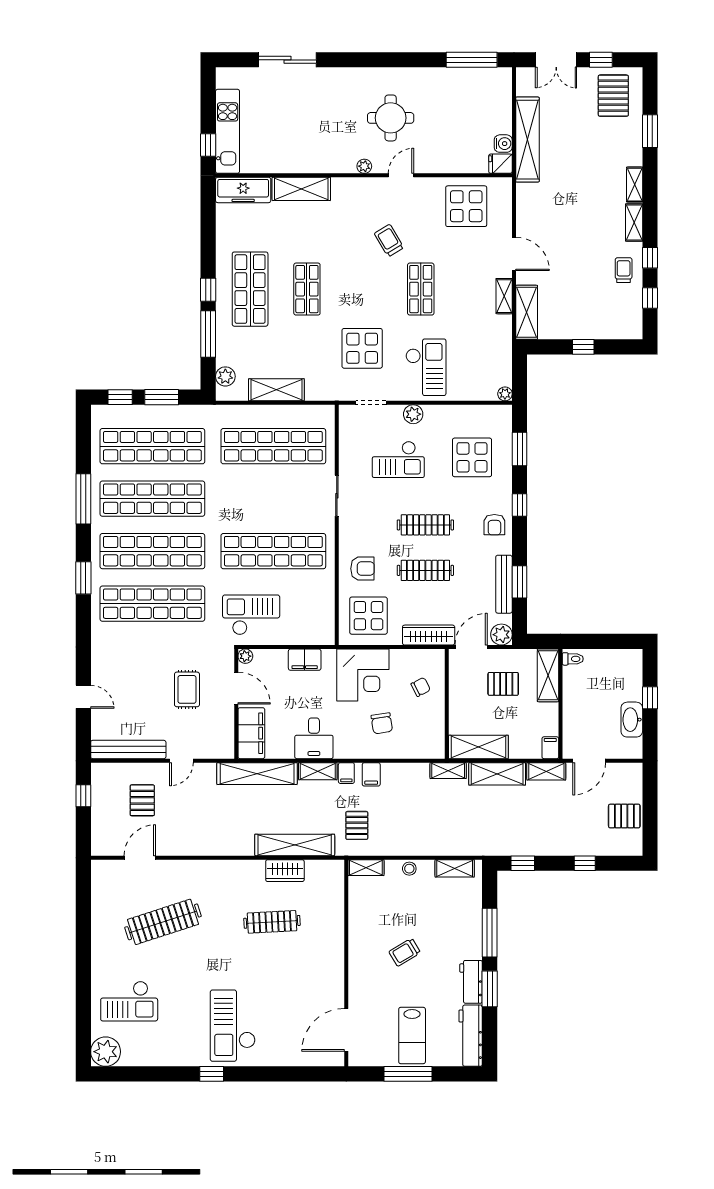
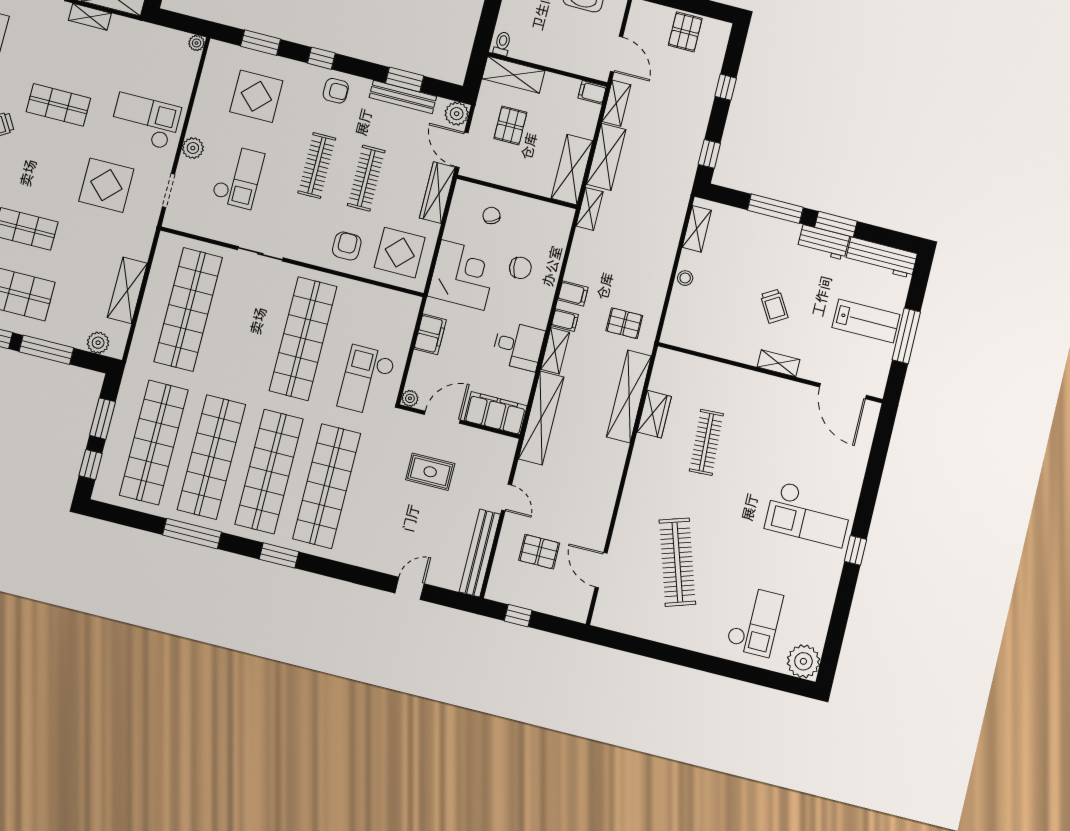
shelving: (366, 868) -> (779, 363), moved, turned 90

